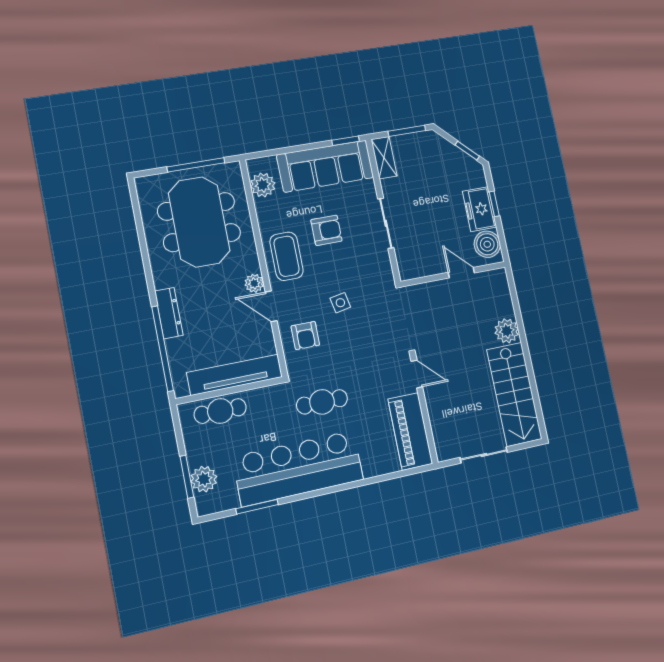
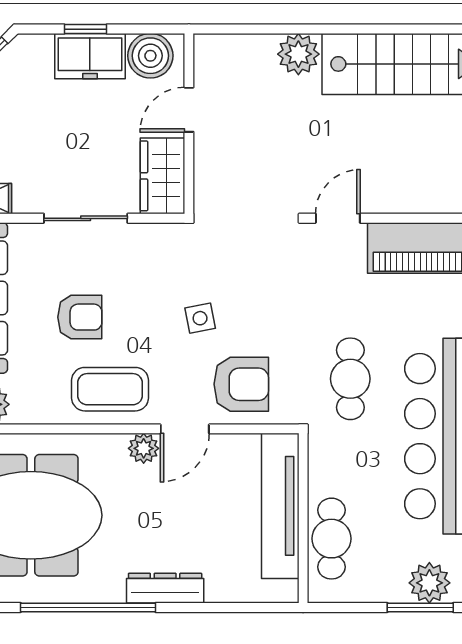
armchair: (326, 230) -> (80, 317), turned 90
wardrobe: (420, 264) -> (163, 176), added
armchair: (305, 336) -> (241, 384), width x1.38, depth x1.38
window: (163, 349) -> (88, 607), moved

